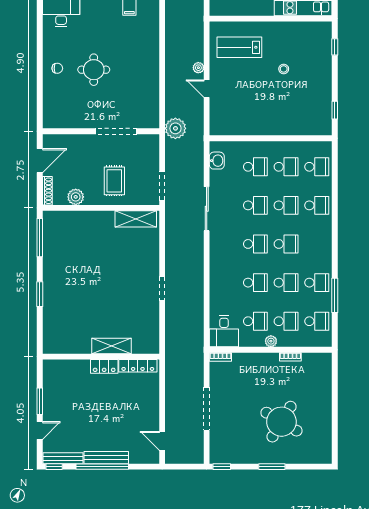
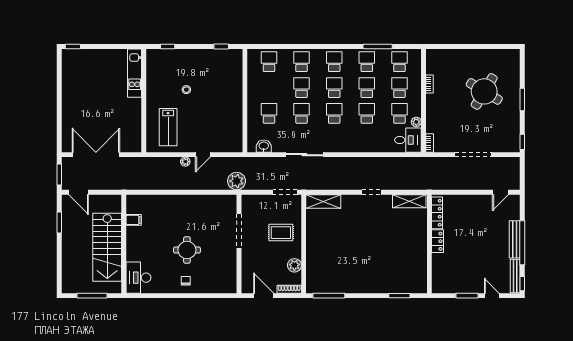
school desk: (286, 167) -> (334, 62), moved
shelving: (136, 219) -> (323, 202), moved, turned 90
window: (40, 294) -> (399, 296), moved
plant: (271, 341) -> (416, 122), moved
shelving: (112, 346) -> (409, 201), moved, turned 90

